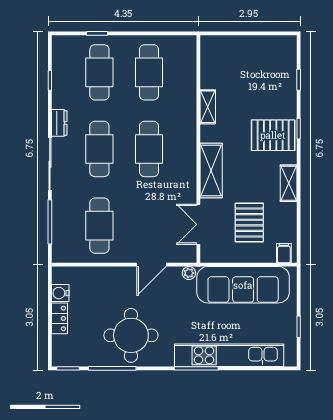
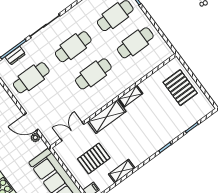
shelving: (208, 107) -> (130, 96), moved
dresser: (59, 123) -> (15, 56), moved
pallet: (273, 135) -> (180, 88), moved
shelving: (289, 183) -> (122, 171), moved
plant: (189, 273) -> (35, 138), moved

